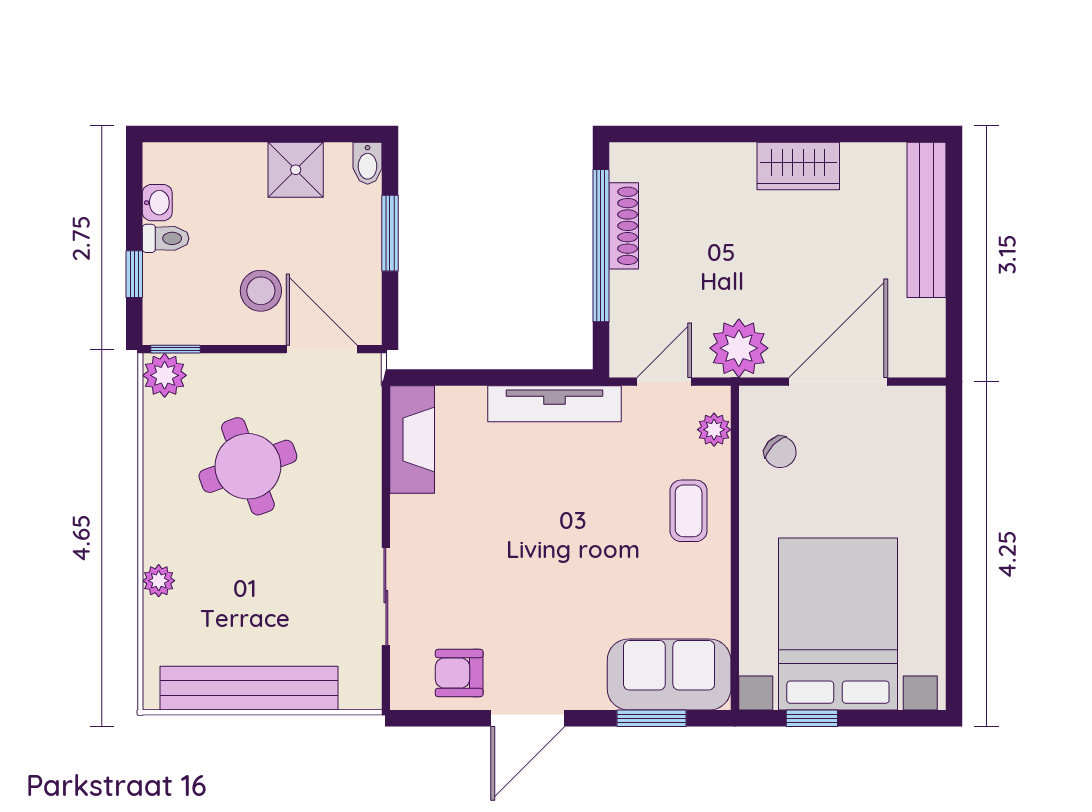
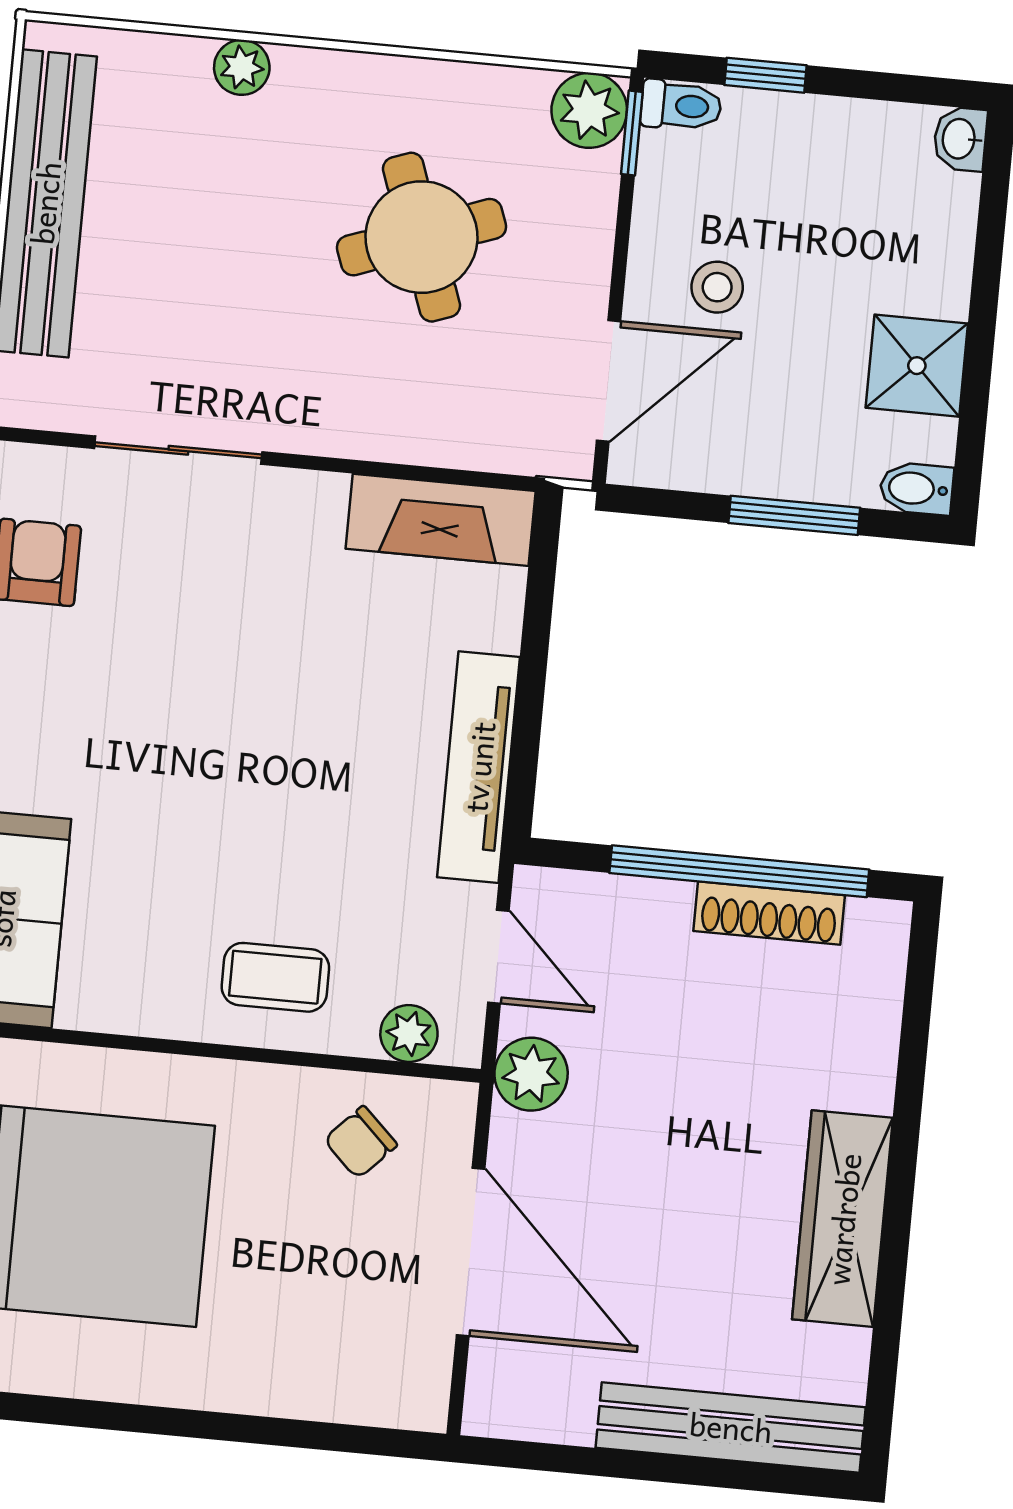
wardrobe: (798, 166) -> (843, 1219), width x1.50
washbasin: (157, 203) -> (960, 139), moved, turned 90
toilet: (166, 238) -> (681, 106), moved, turned -90
stool: (261, 291) -> (717, 287), width x0.73, depth x0.73
plant: (739, 348) -> (531, 1074), width x0.73, depth x0.73

